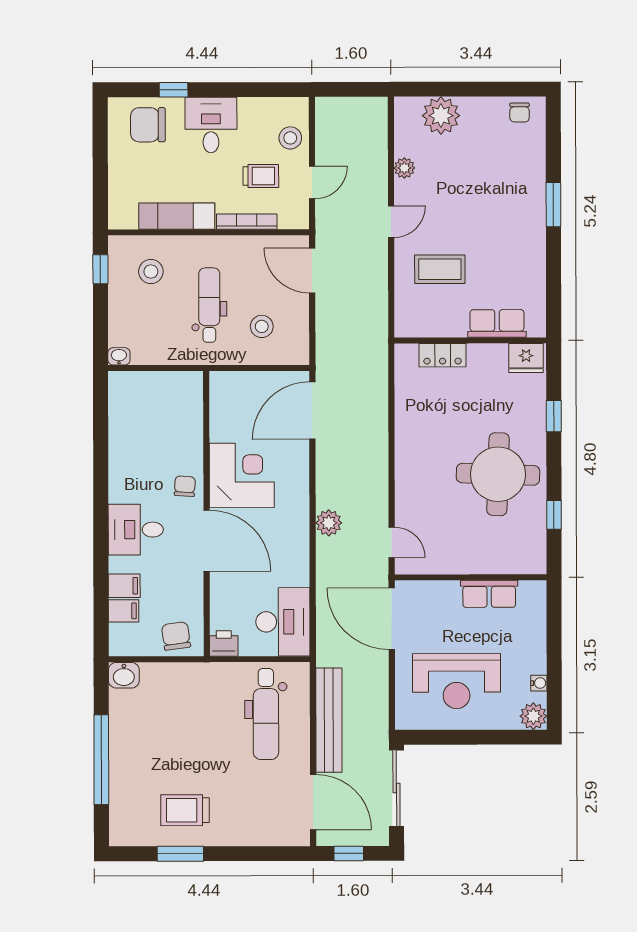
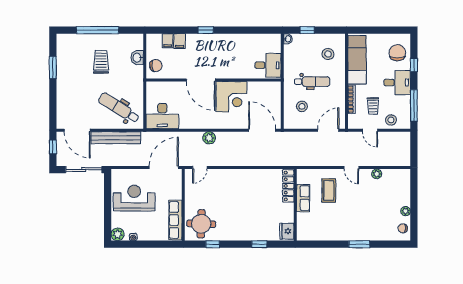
window: (260, 90) -> (414, 105), added
plant: (441, 116) -> (406, 211), moved, width x0.53, depth x0.53
exam couch: (177, 216) -> (357, 60), width x1.36, depth x1.45
window: (100, 269) -> (307, 30), moved
row of seats: (497, 323) -> (303, 198), moved
locker: (443, 355) -> (288, 186), width x1.53
round table: (498, 474) -> (201, 224), moved, width x0.73, depth x0.73
chair: (185, 486) -> (227, 70), removed
window: (101, 530) -> (206, 30), added
desk: (136, 530) -> (268, 65), moved, turned 90
door: (207, 541) -> (201, 80), hinge flipped
row of seats: (489, 594) -> (175, 220), width x1.48
printer: (224, 643) -> (152, 88), removed
washbasin: (124, 675) -> (137, 58), moved
reception desk: (456, 681) -> (134, 198), turned 90
dental chair: (266, 714) -> (119, 108), turned 32
door: (313, 802) -> (77, 130), hinge flipped
trolley: (185, 810) -> (101, 62), moved

